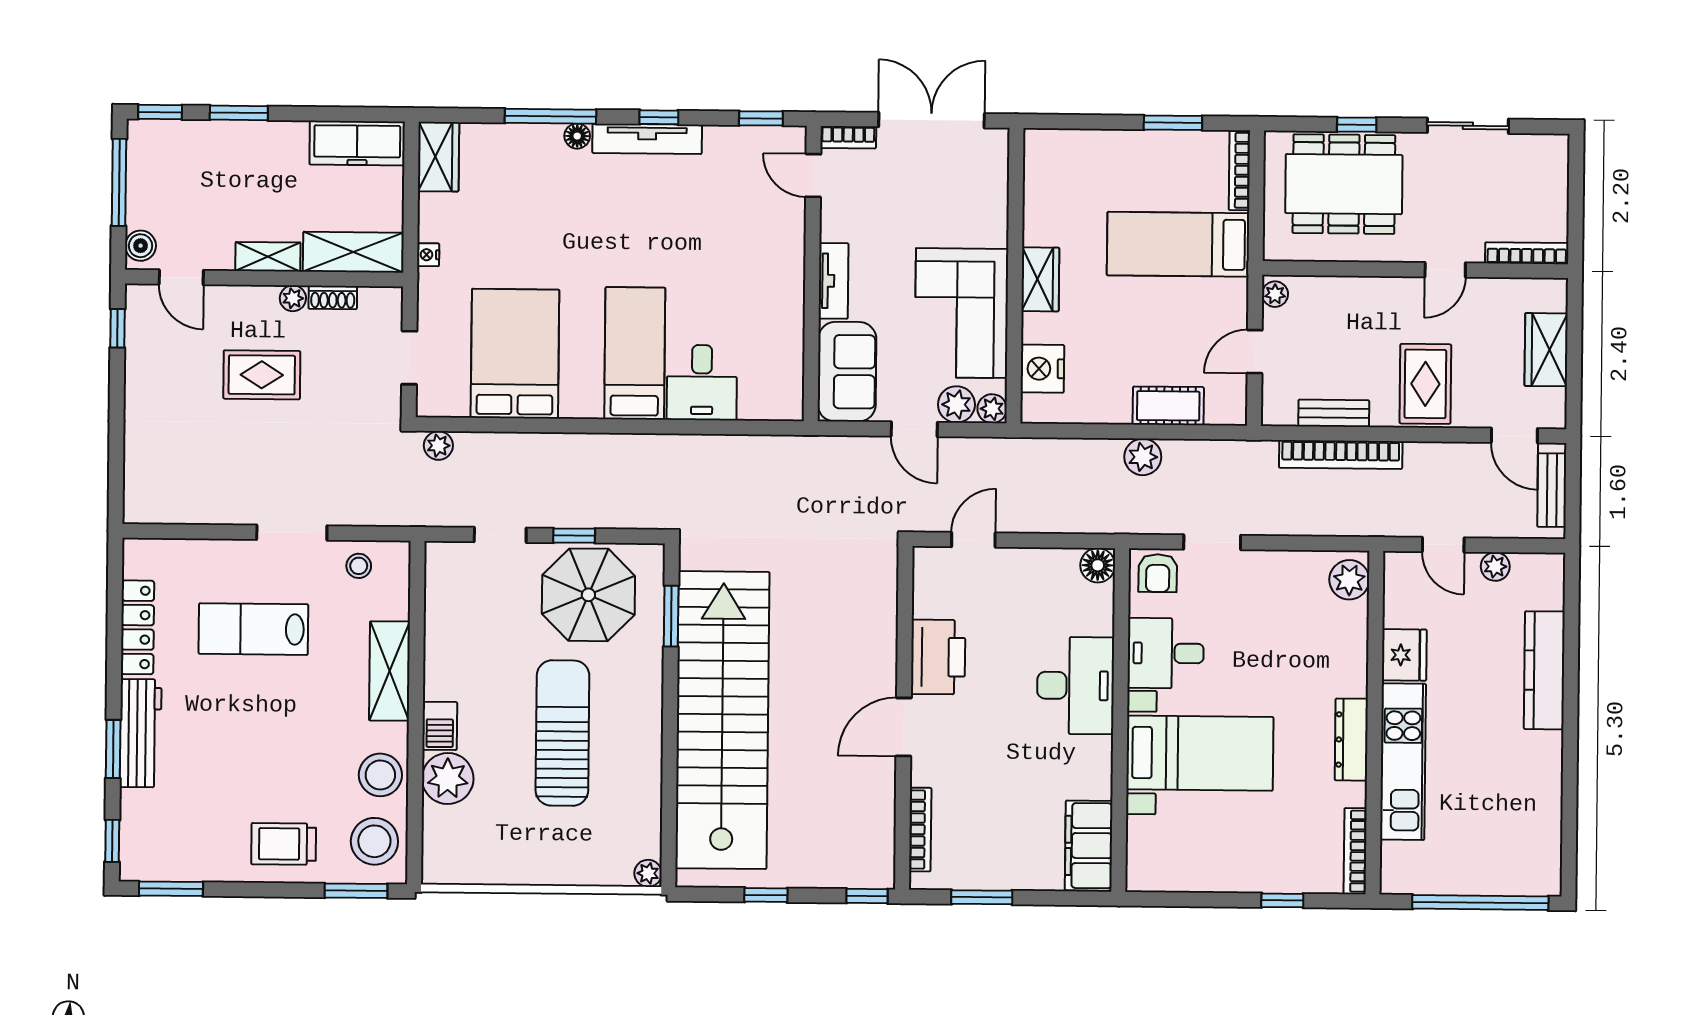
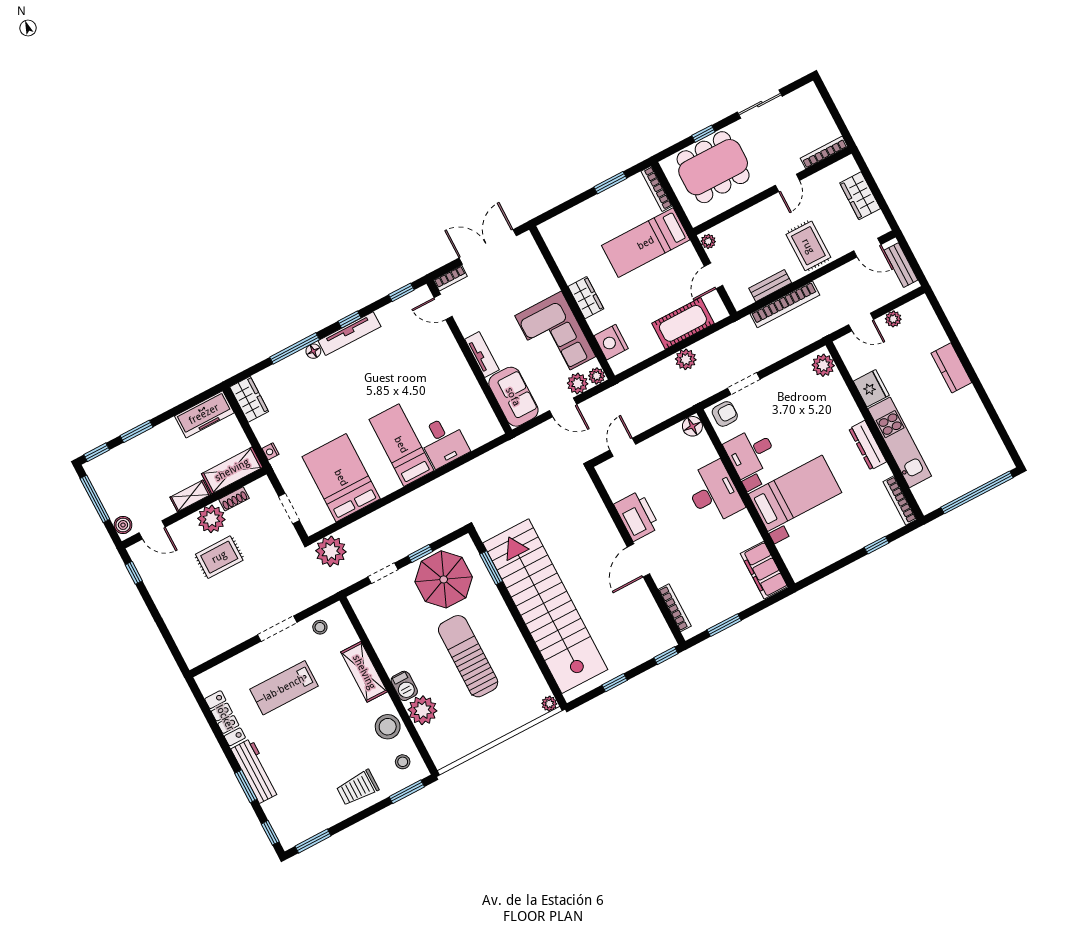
plant: (293, 298) -> (211, 519), width x1.87, depth x1.87
cot: (1168, 406) -> (683, 323), width x1.37, depth x1.34
plant: (438, 446) -> (331, 551), width x1.88, depth x1.88
armchair: (1158, 573) -> (725, 414), turned -90
kitchen counter: (1544, 670) -> (951, 368), width x0.67
stool: (374, 841) -> (403, 762), width x0.53, depth x0.53

